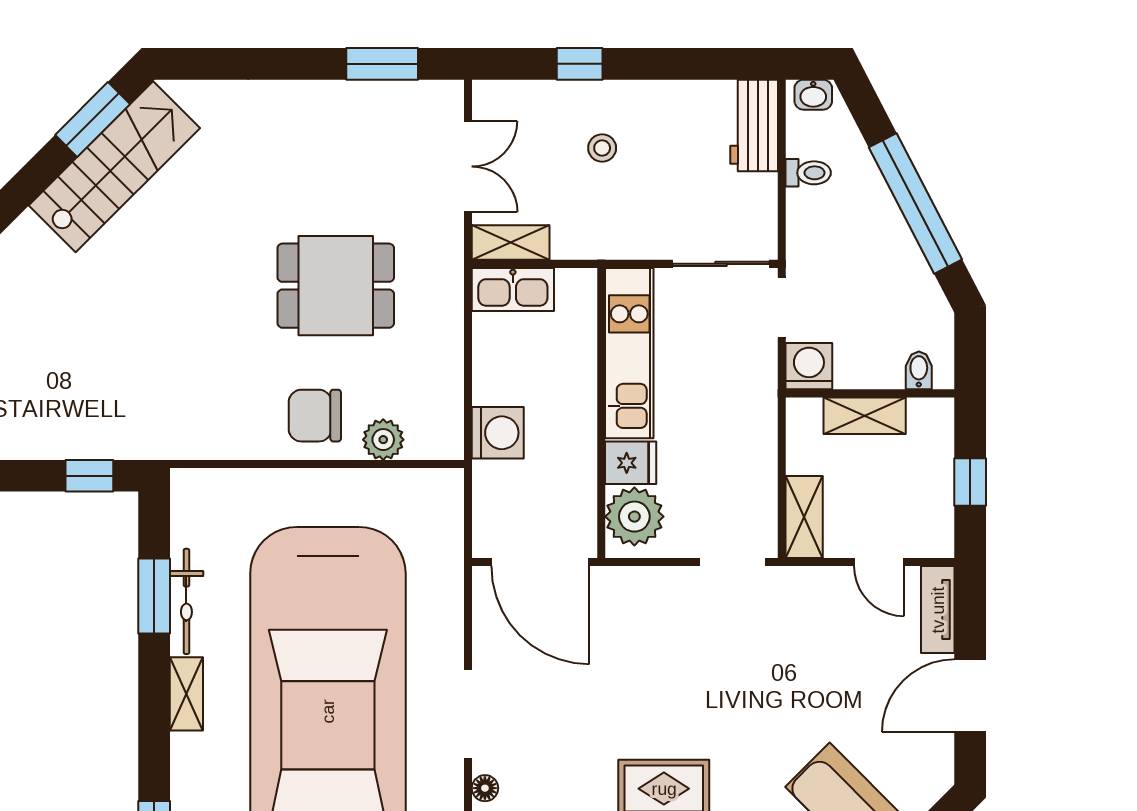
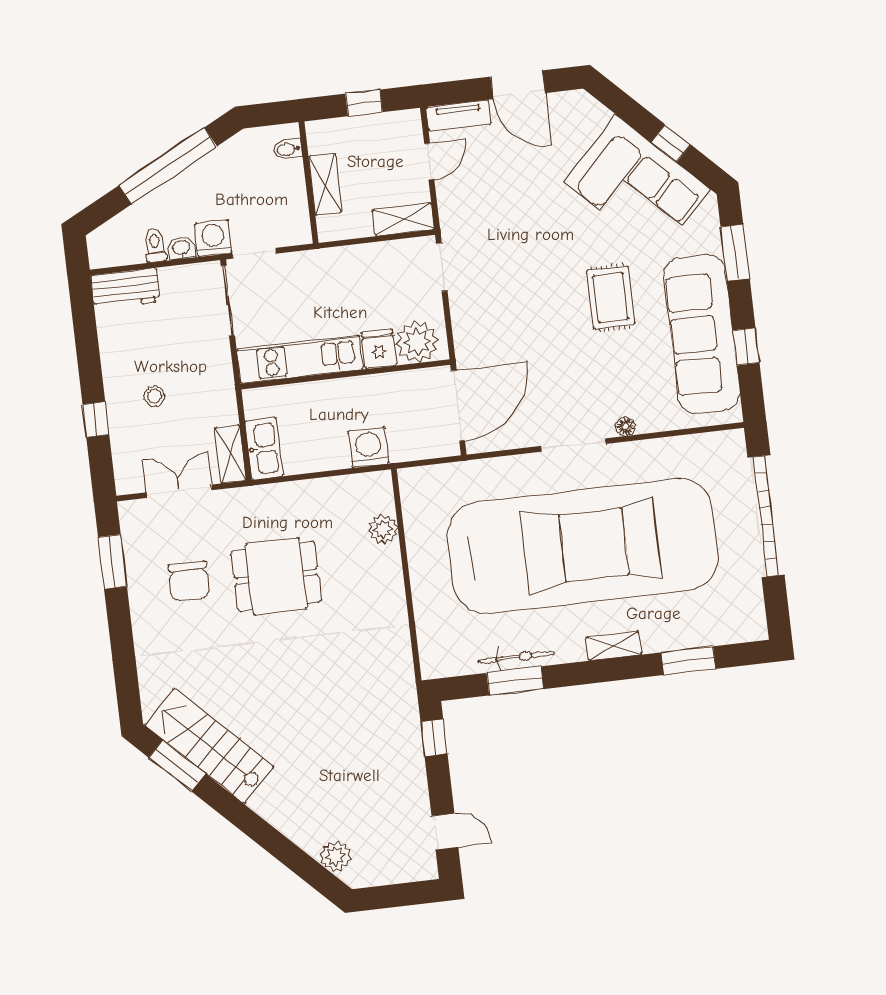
washbasin: (813, 95) -> (181, 248), moved, turned -90
dining table: (336, 286) -> (276, 576), turned 90
washing machine: (809, 366) -> (213, 238), moved, turned 90
chair: (315, 416) -> (189, 581), moved
shelving: (186, 694) -> (614, 646), moved

